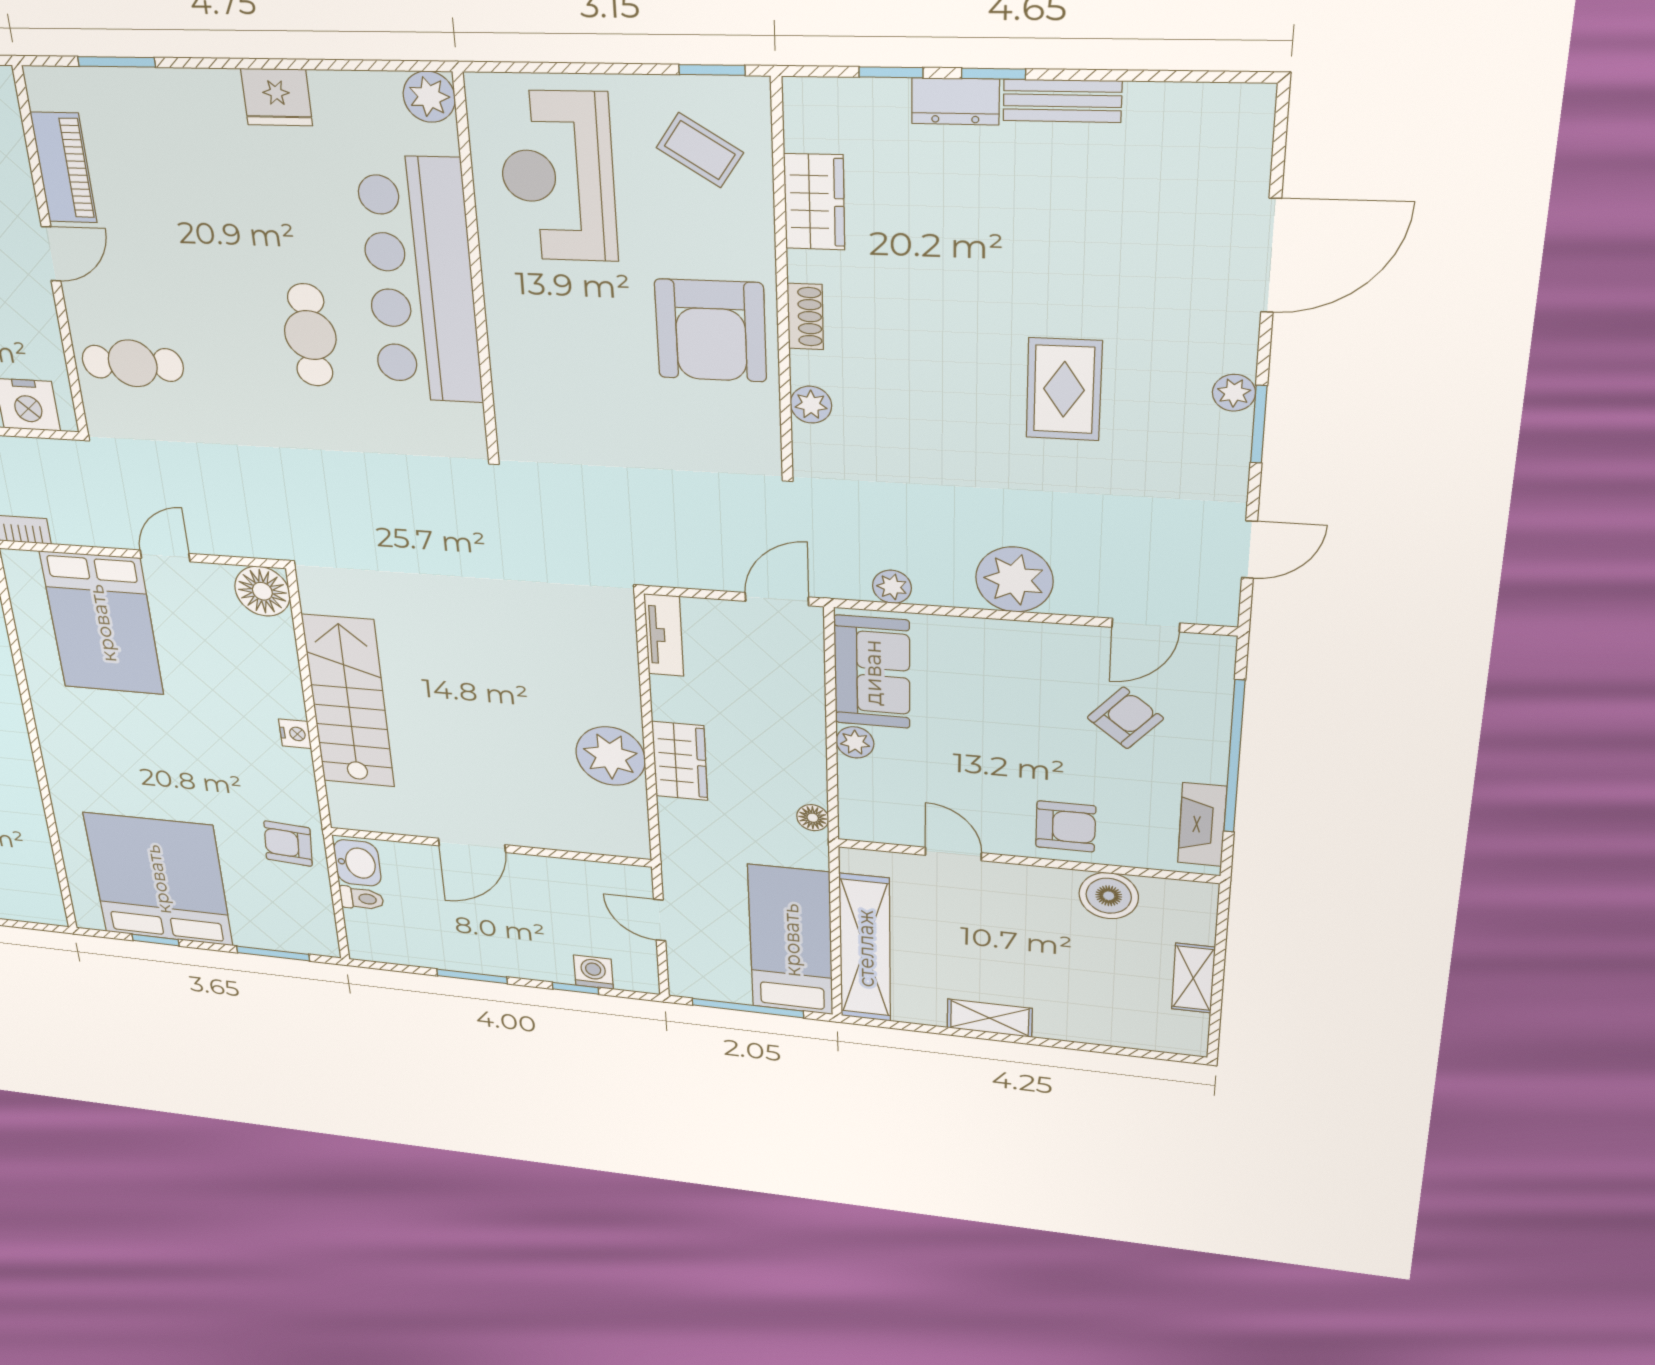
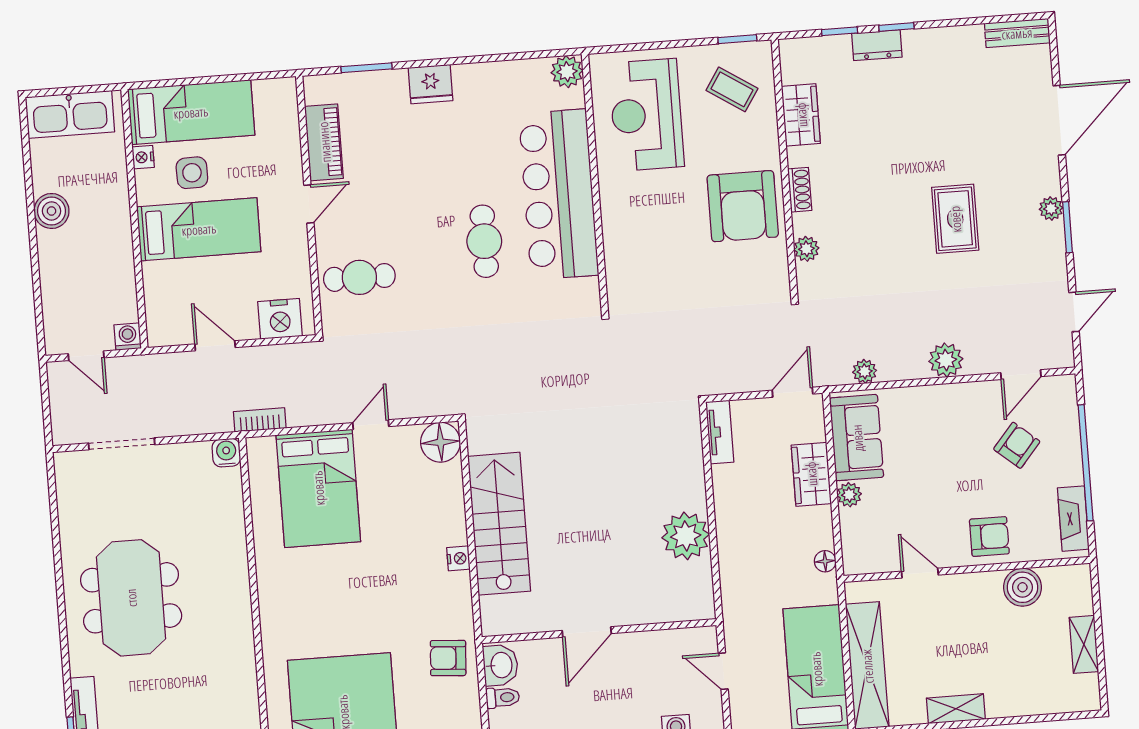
fridge: (277, 97) -> (431, 84), moved
bench: (1062, 101) -> (1017, 33), moved
plant: (1014, 580) -> (946, 360), width x0.73, depth x0.73
wardrobe: (680, 761) -> (811, 474), moved, turned 180

